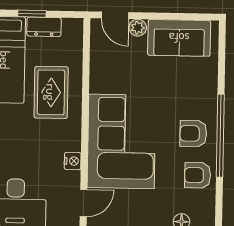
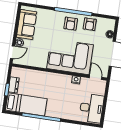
rug: (51, 92) -> (44, 86), removed

